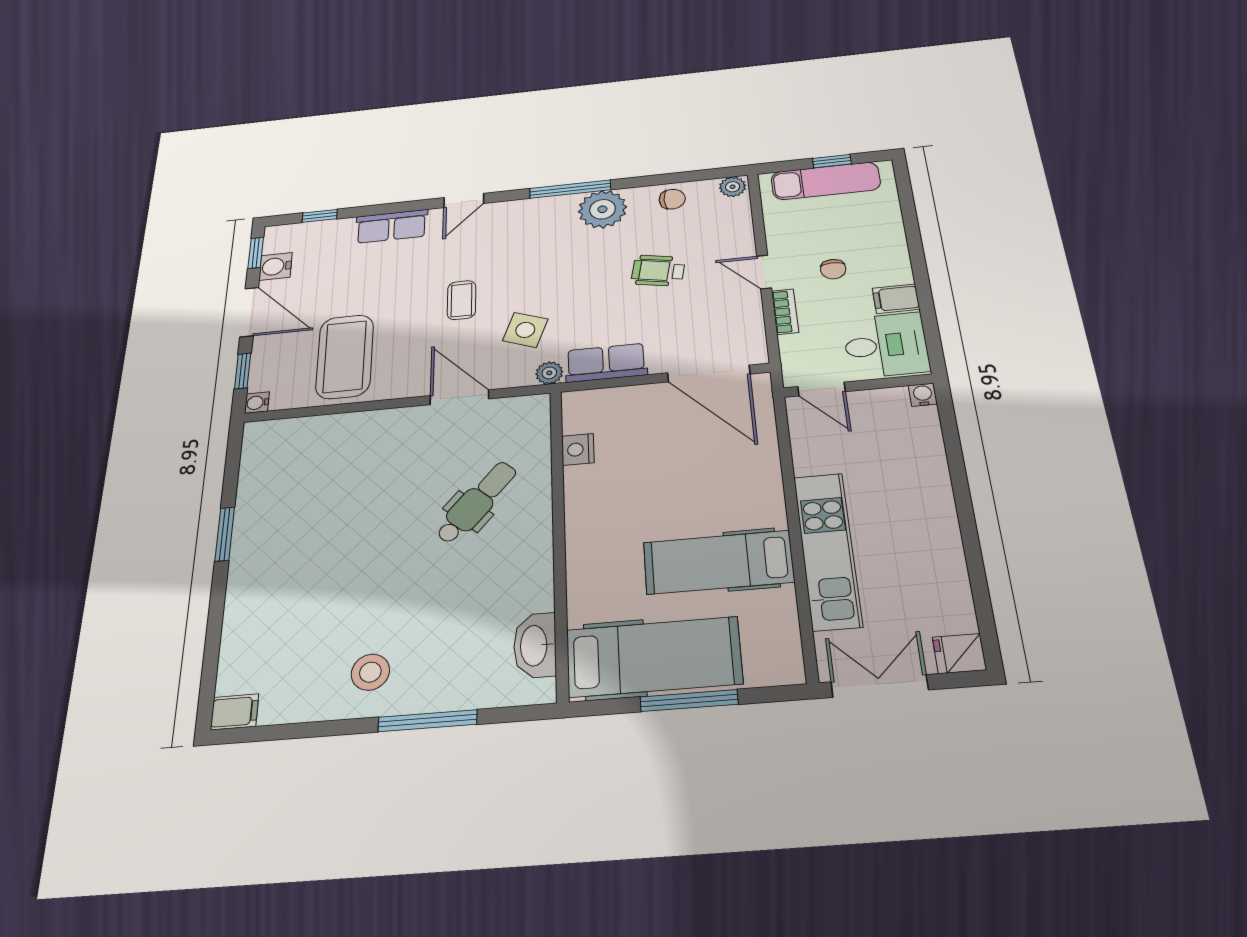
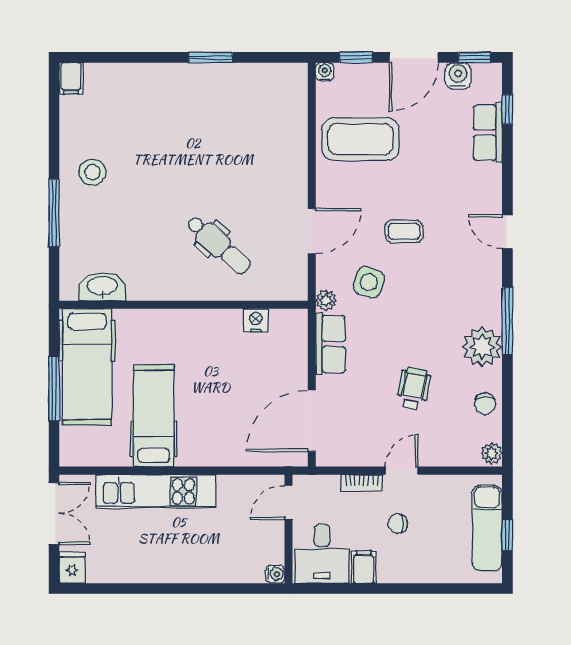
row of seats: (392, 226) -> (488, 133), moved

